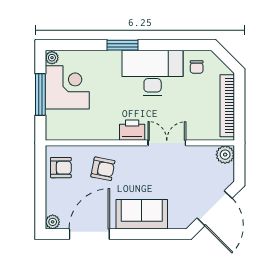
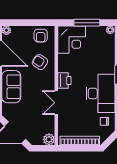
corner desk: (67, 87) -> (72, 40), moved
double door: (167, 143) -> (56, 103), swing flipped
armchair: (103, 169) -> (40, 62), turned 113

